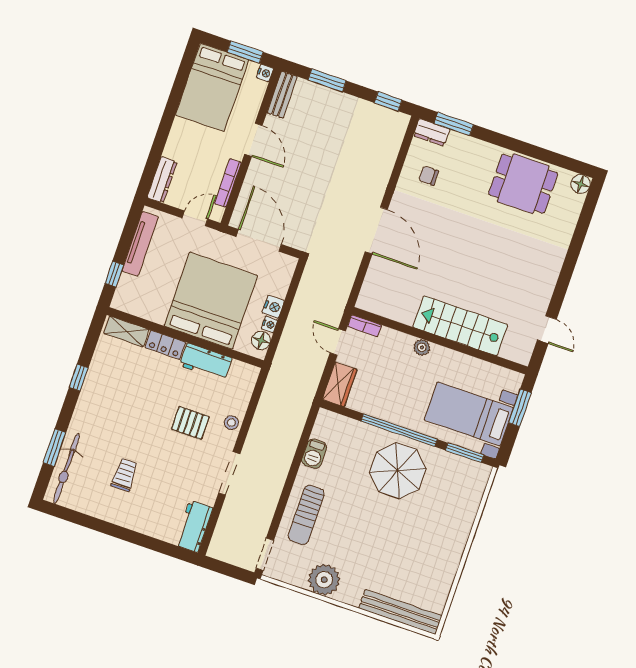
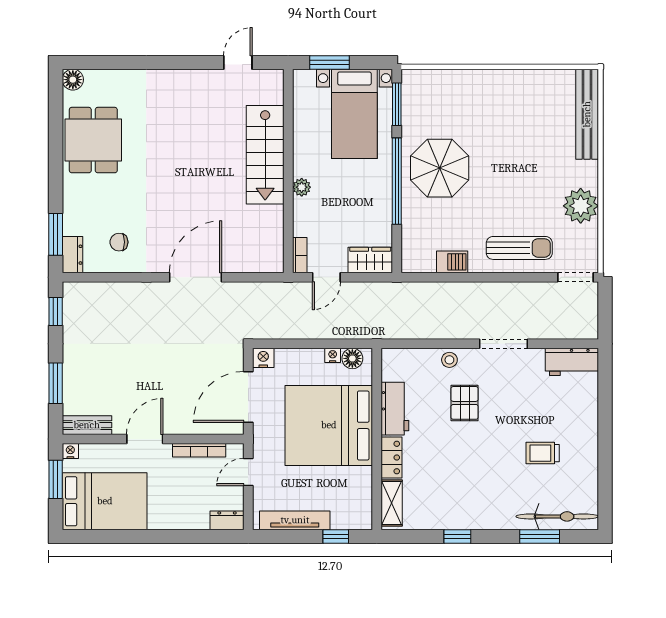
chair: (429, 176) -> (119, 242), turned 90
dresser: (162, 180) -> (227, 520), width x0.70
door: (195, 218) -> (248, 472), hinge flipped
nightstand: (273, 307) -> (263, 358), moved

